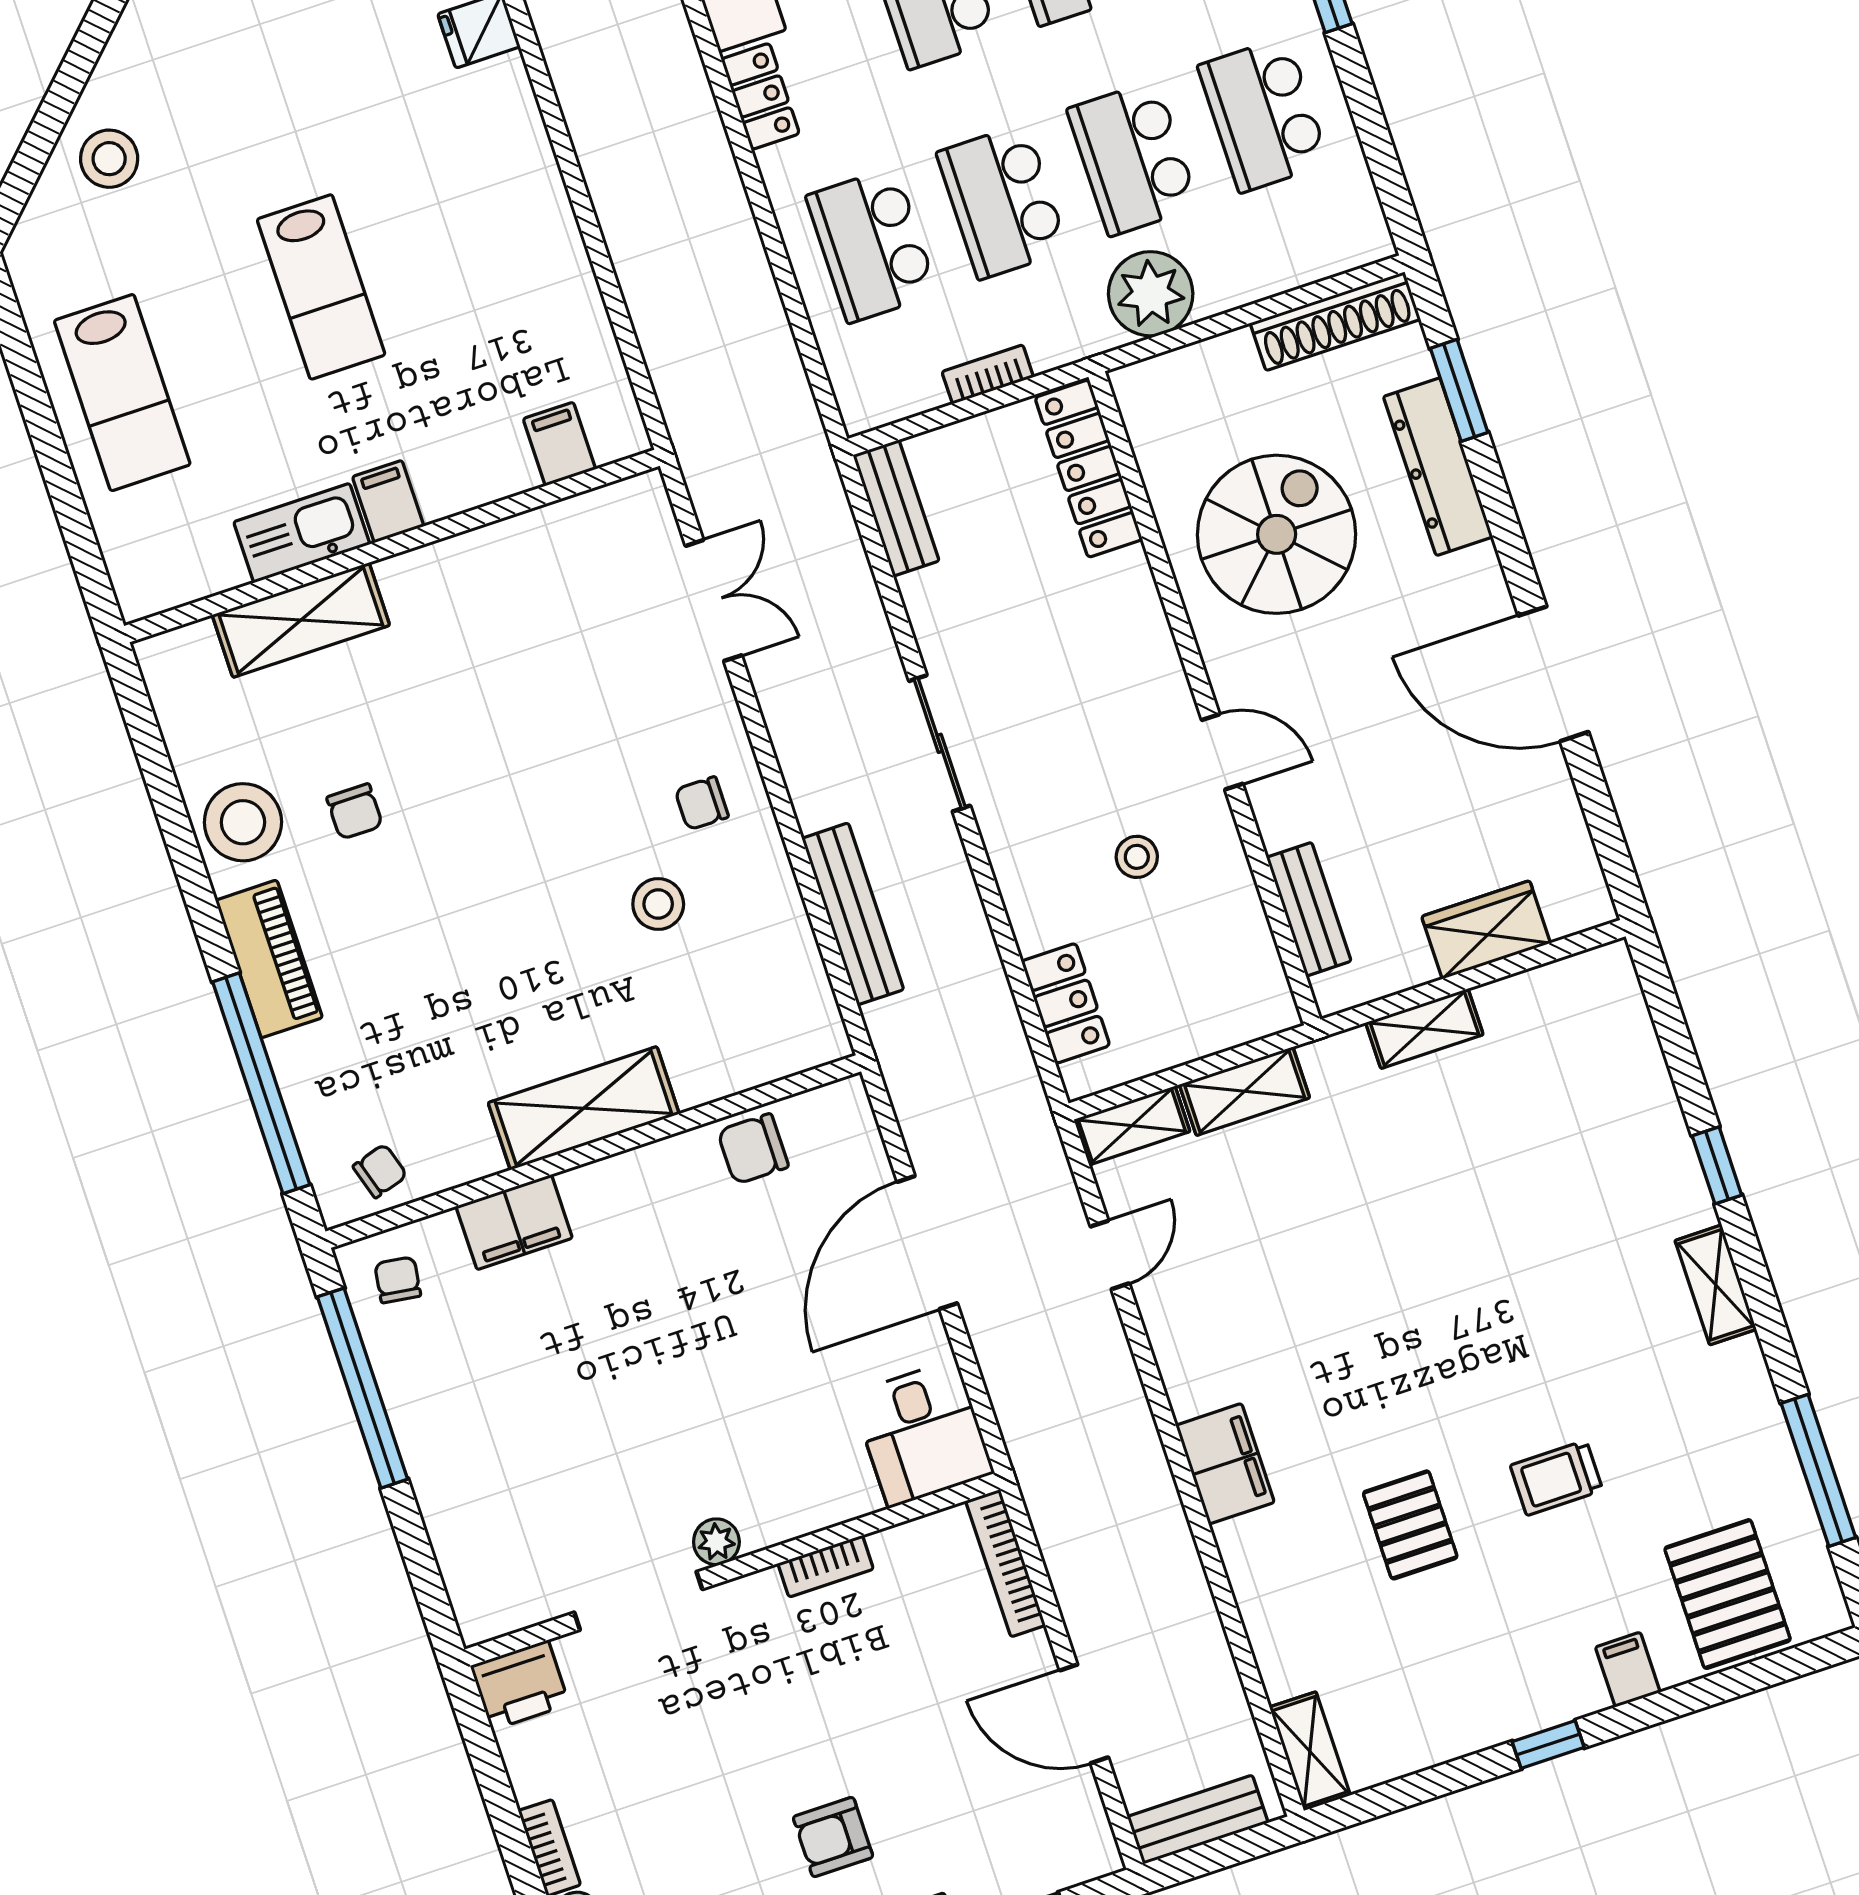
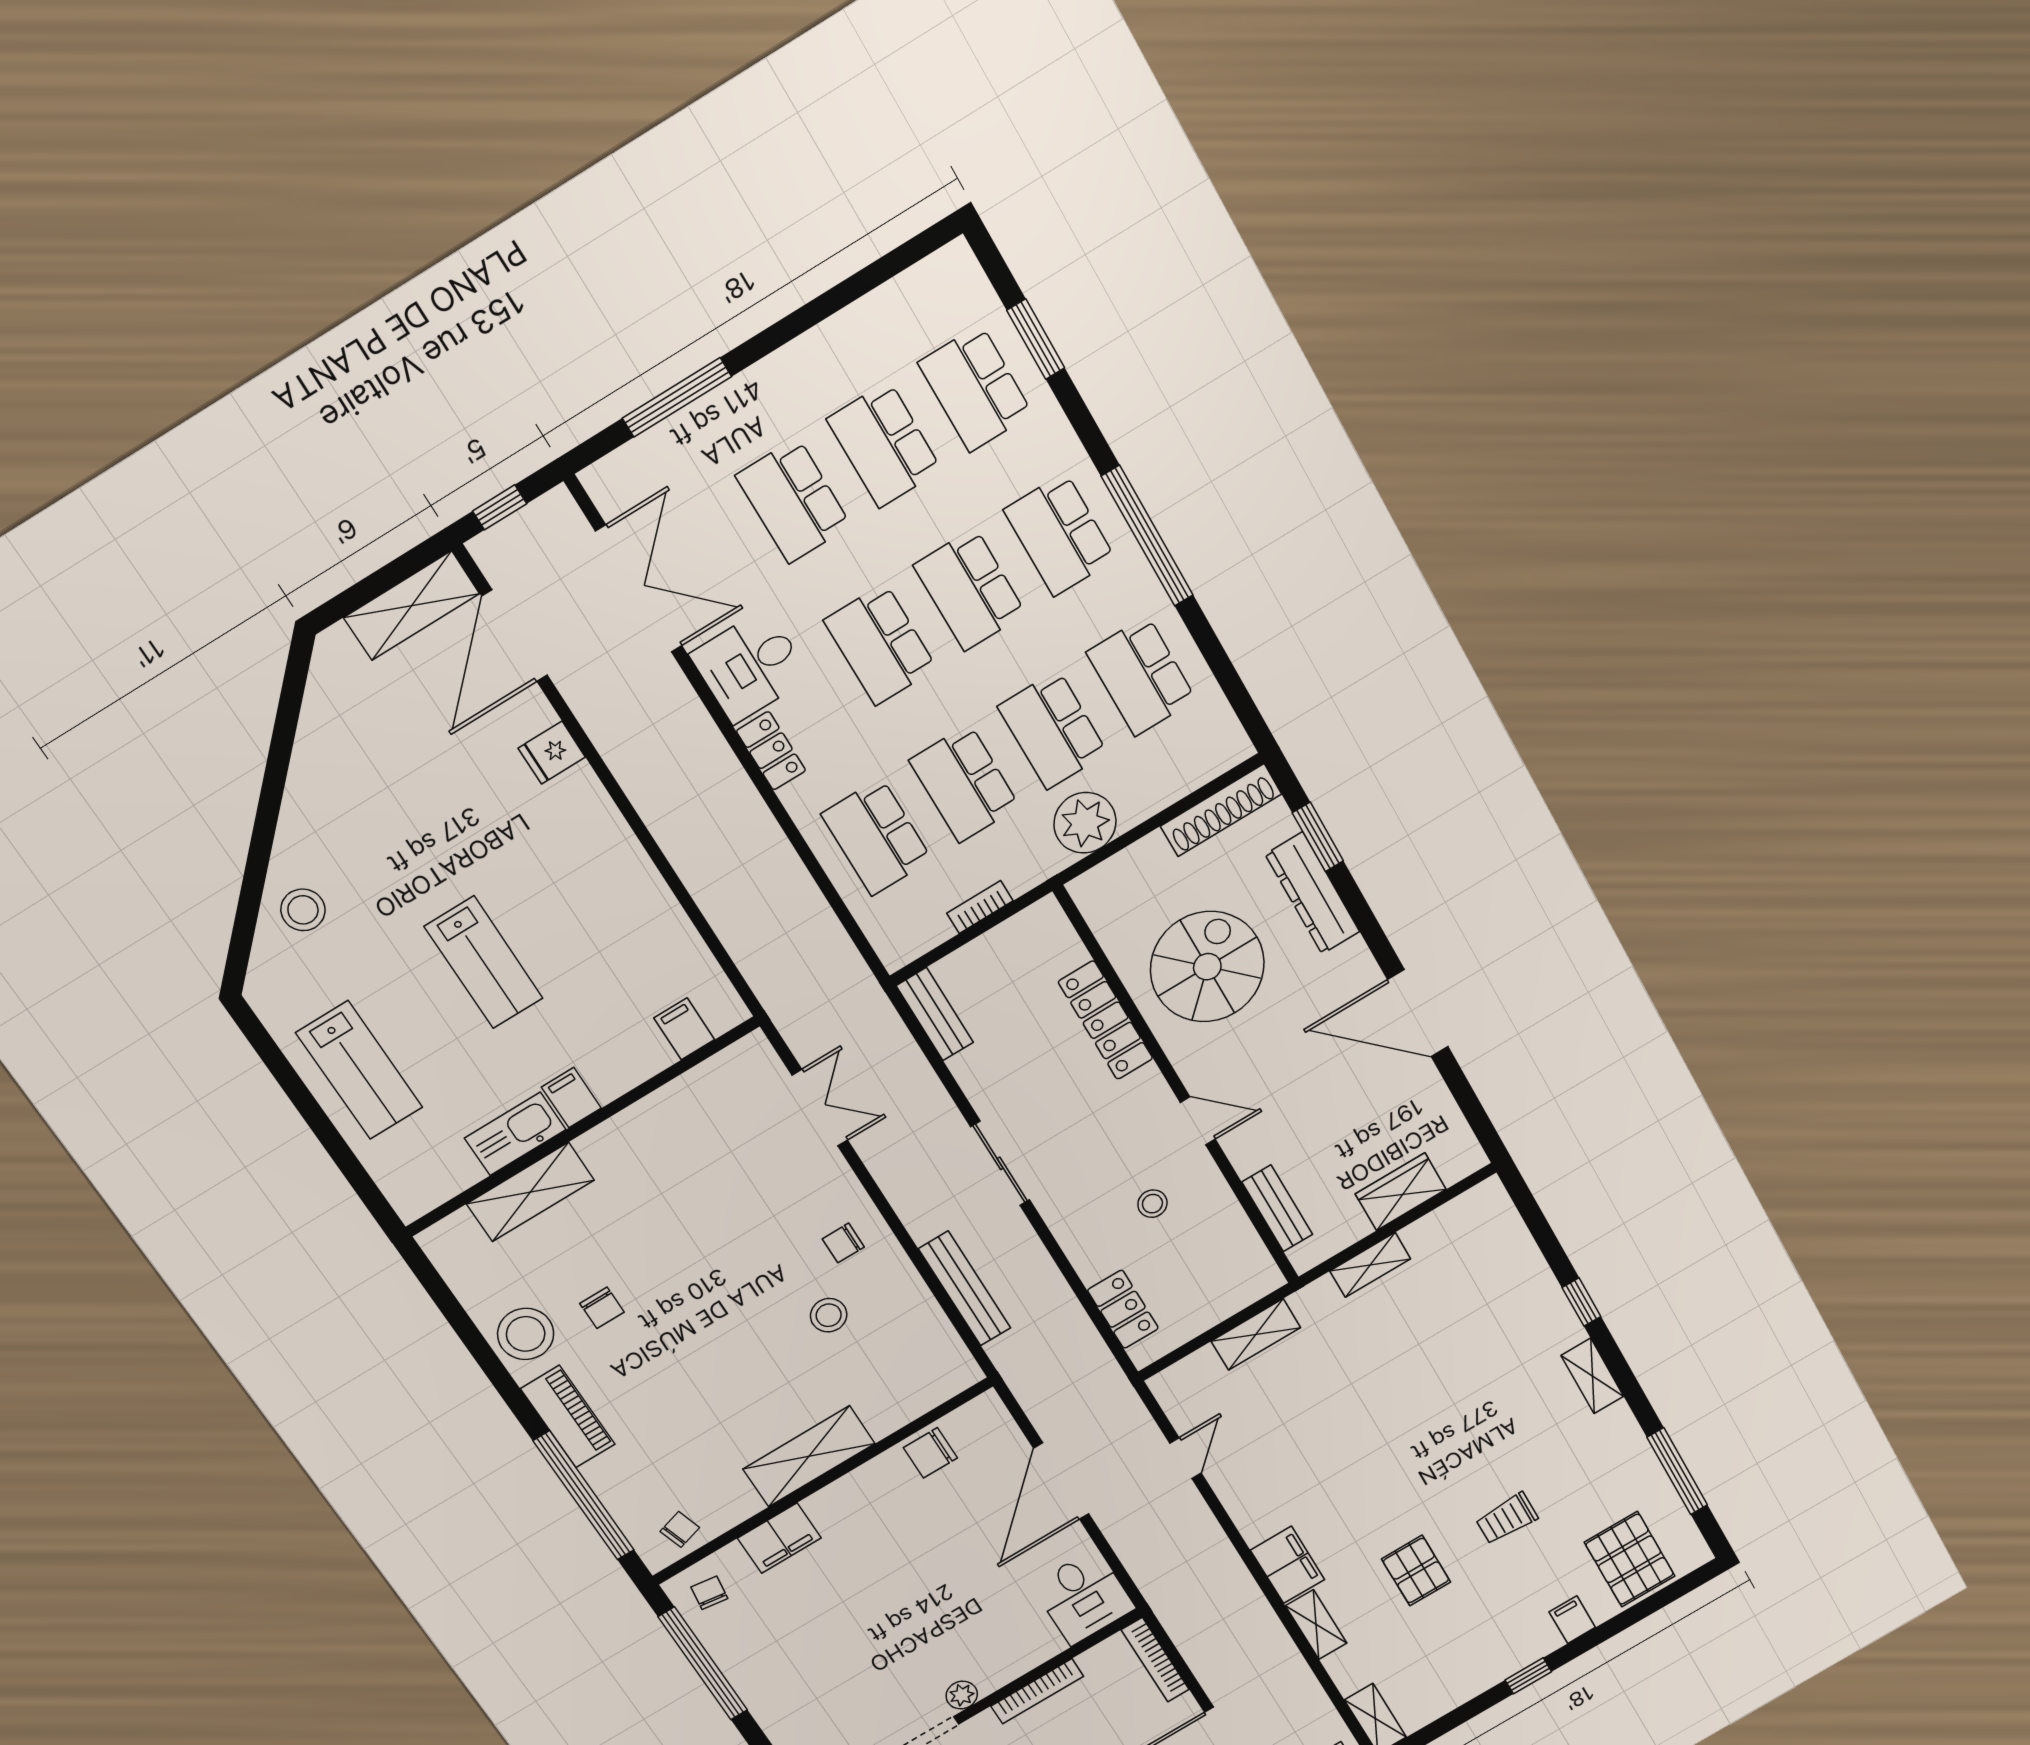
locker: (1089, 469) -> (1106, 1020), moved
shelving: (1132, 1126) -> (1316, 1624), moved, turned 90
bookcase: (826, 1566) -> (1037, 1691), width x1.56

